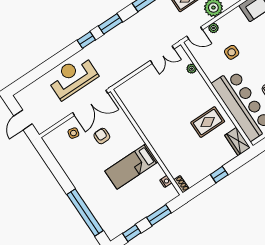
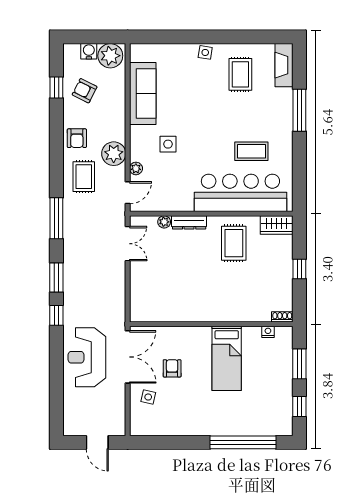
side table: (232, 52) -> (168, 144), moved
dresser: (202, 85) -> (189, 222), added
armchair: (102, 136) -> (172, 368), turned 90

